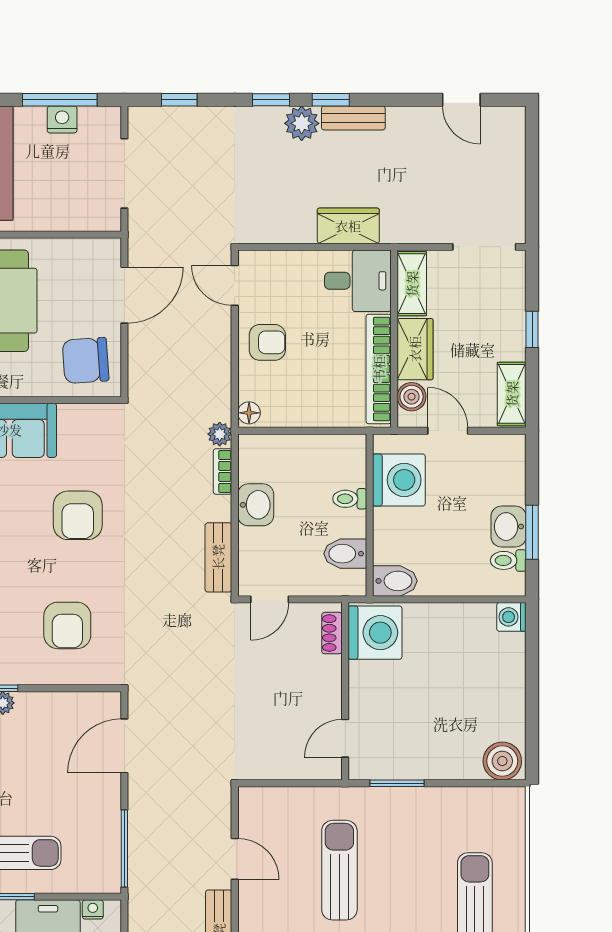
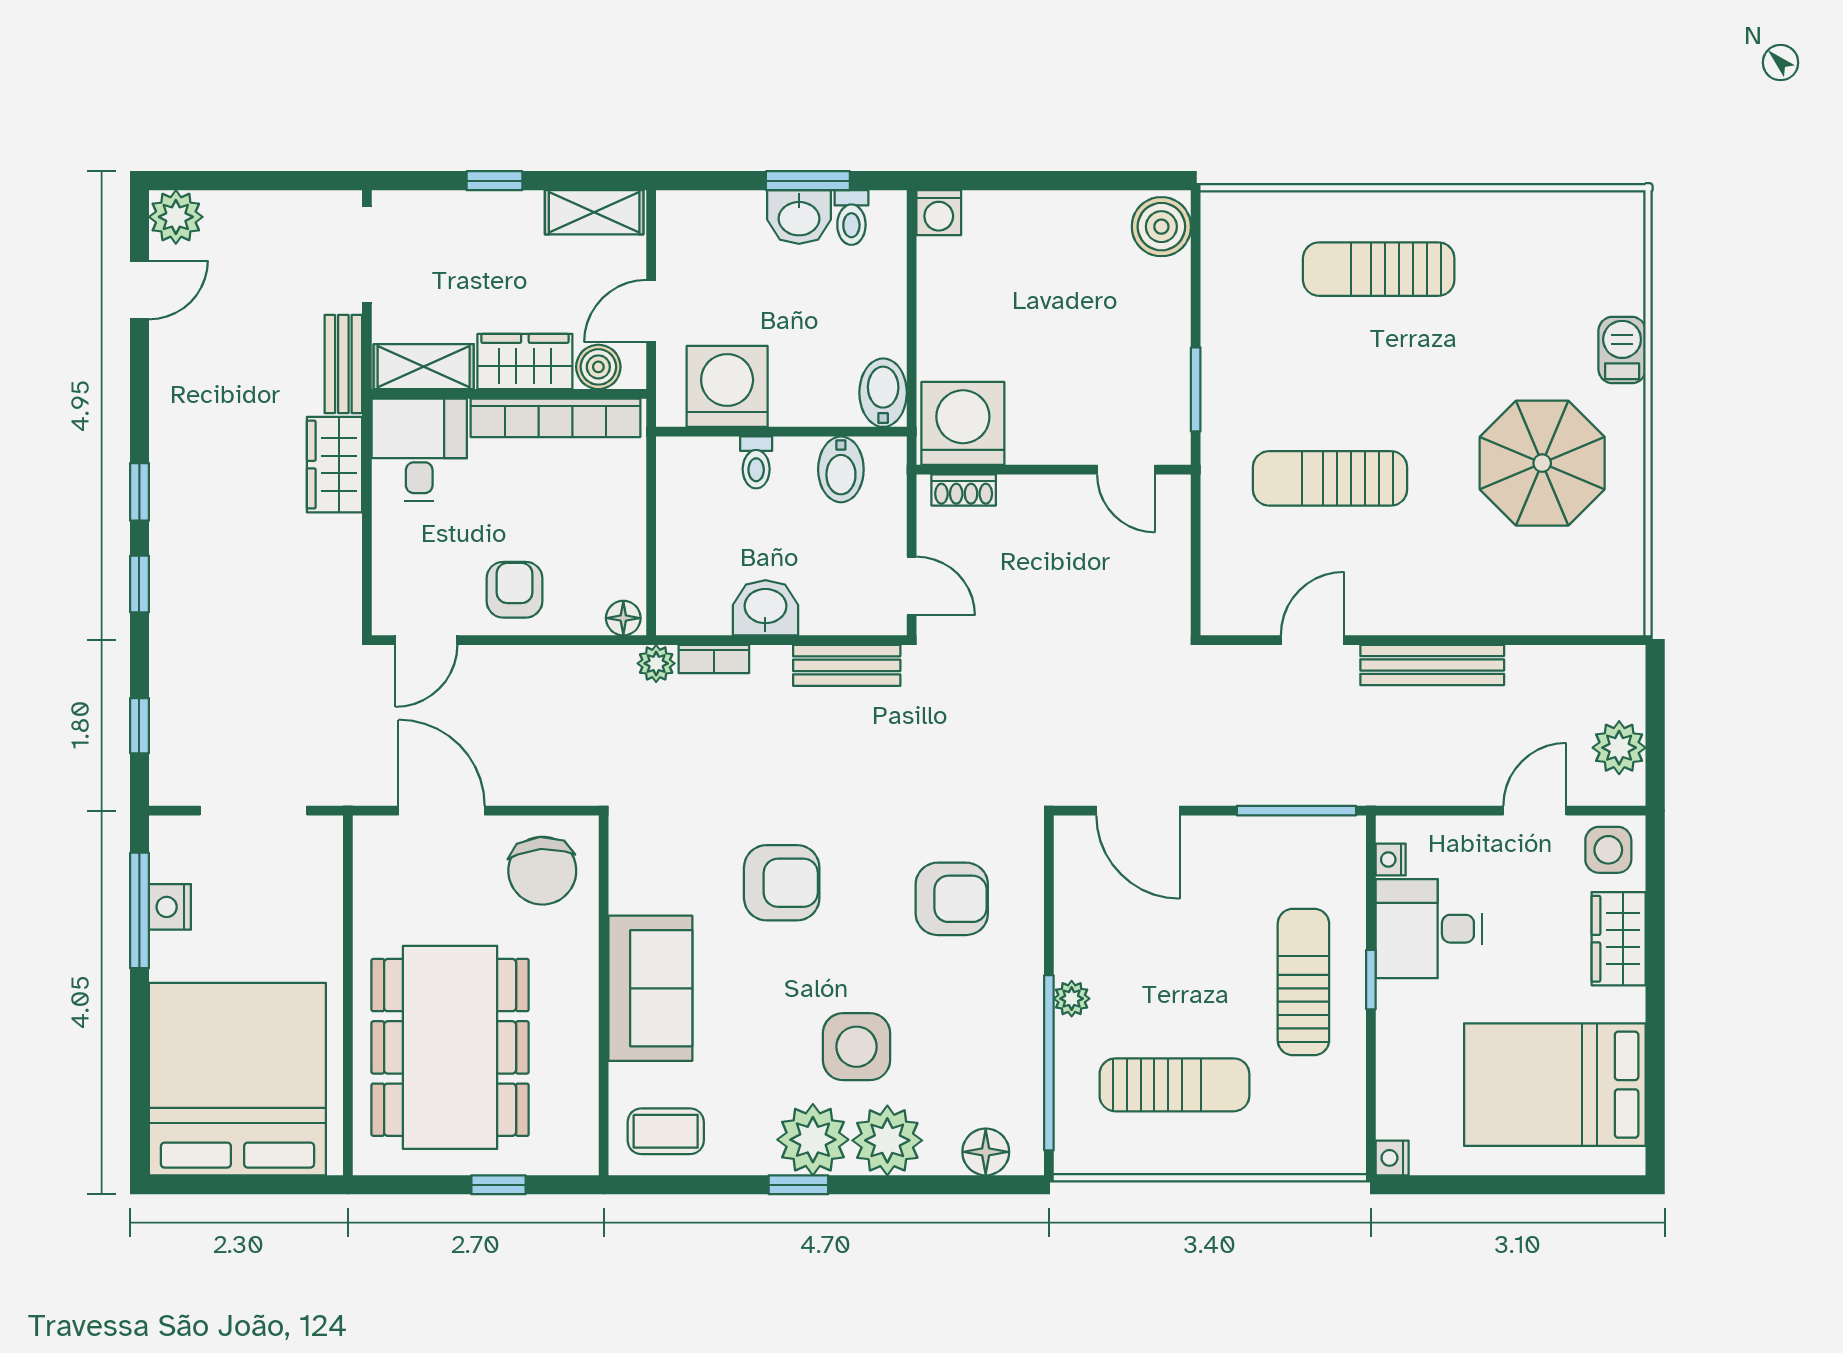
bench: (353, 118) -> (343, 364), moved
plant: (302, 123) -> (176, 217), moved

